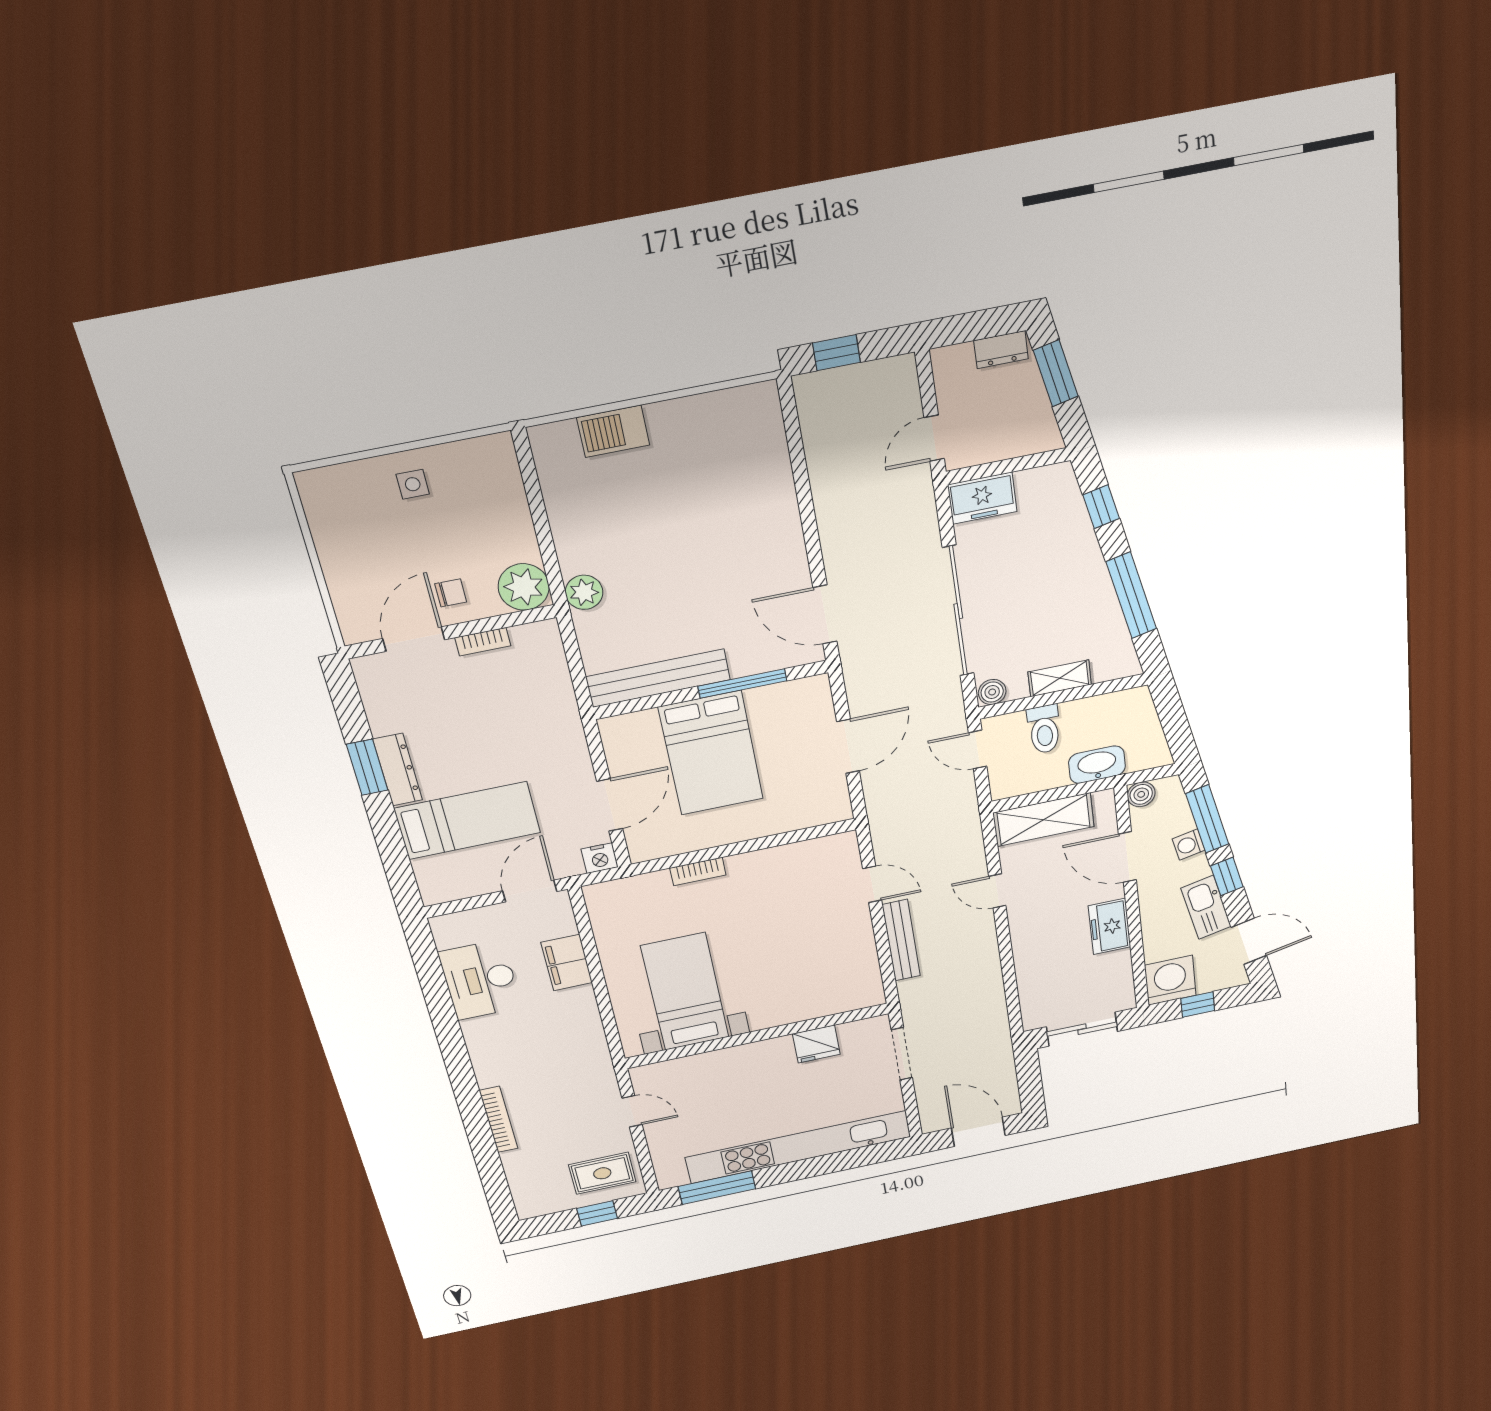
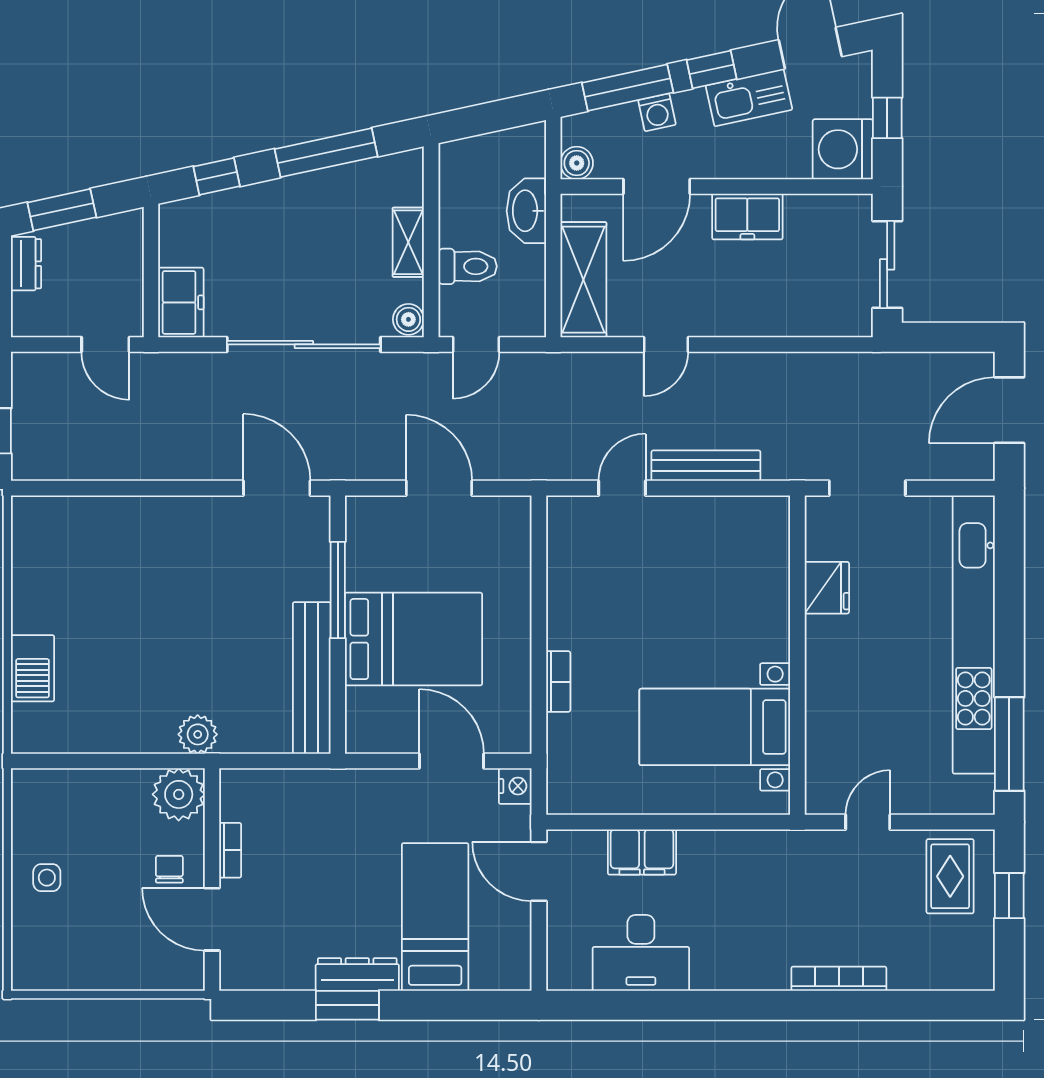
door: (825, 615) -> (277, 488), swing flipped

